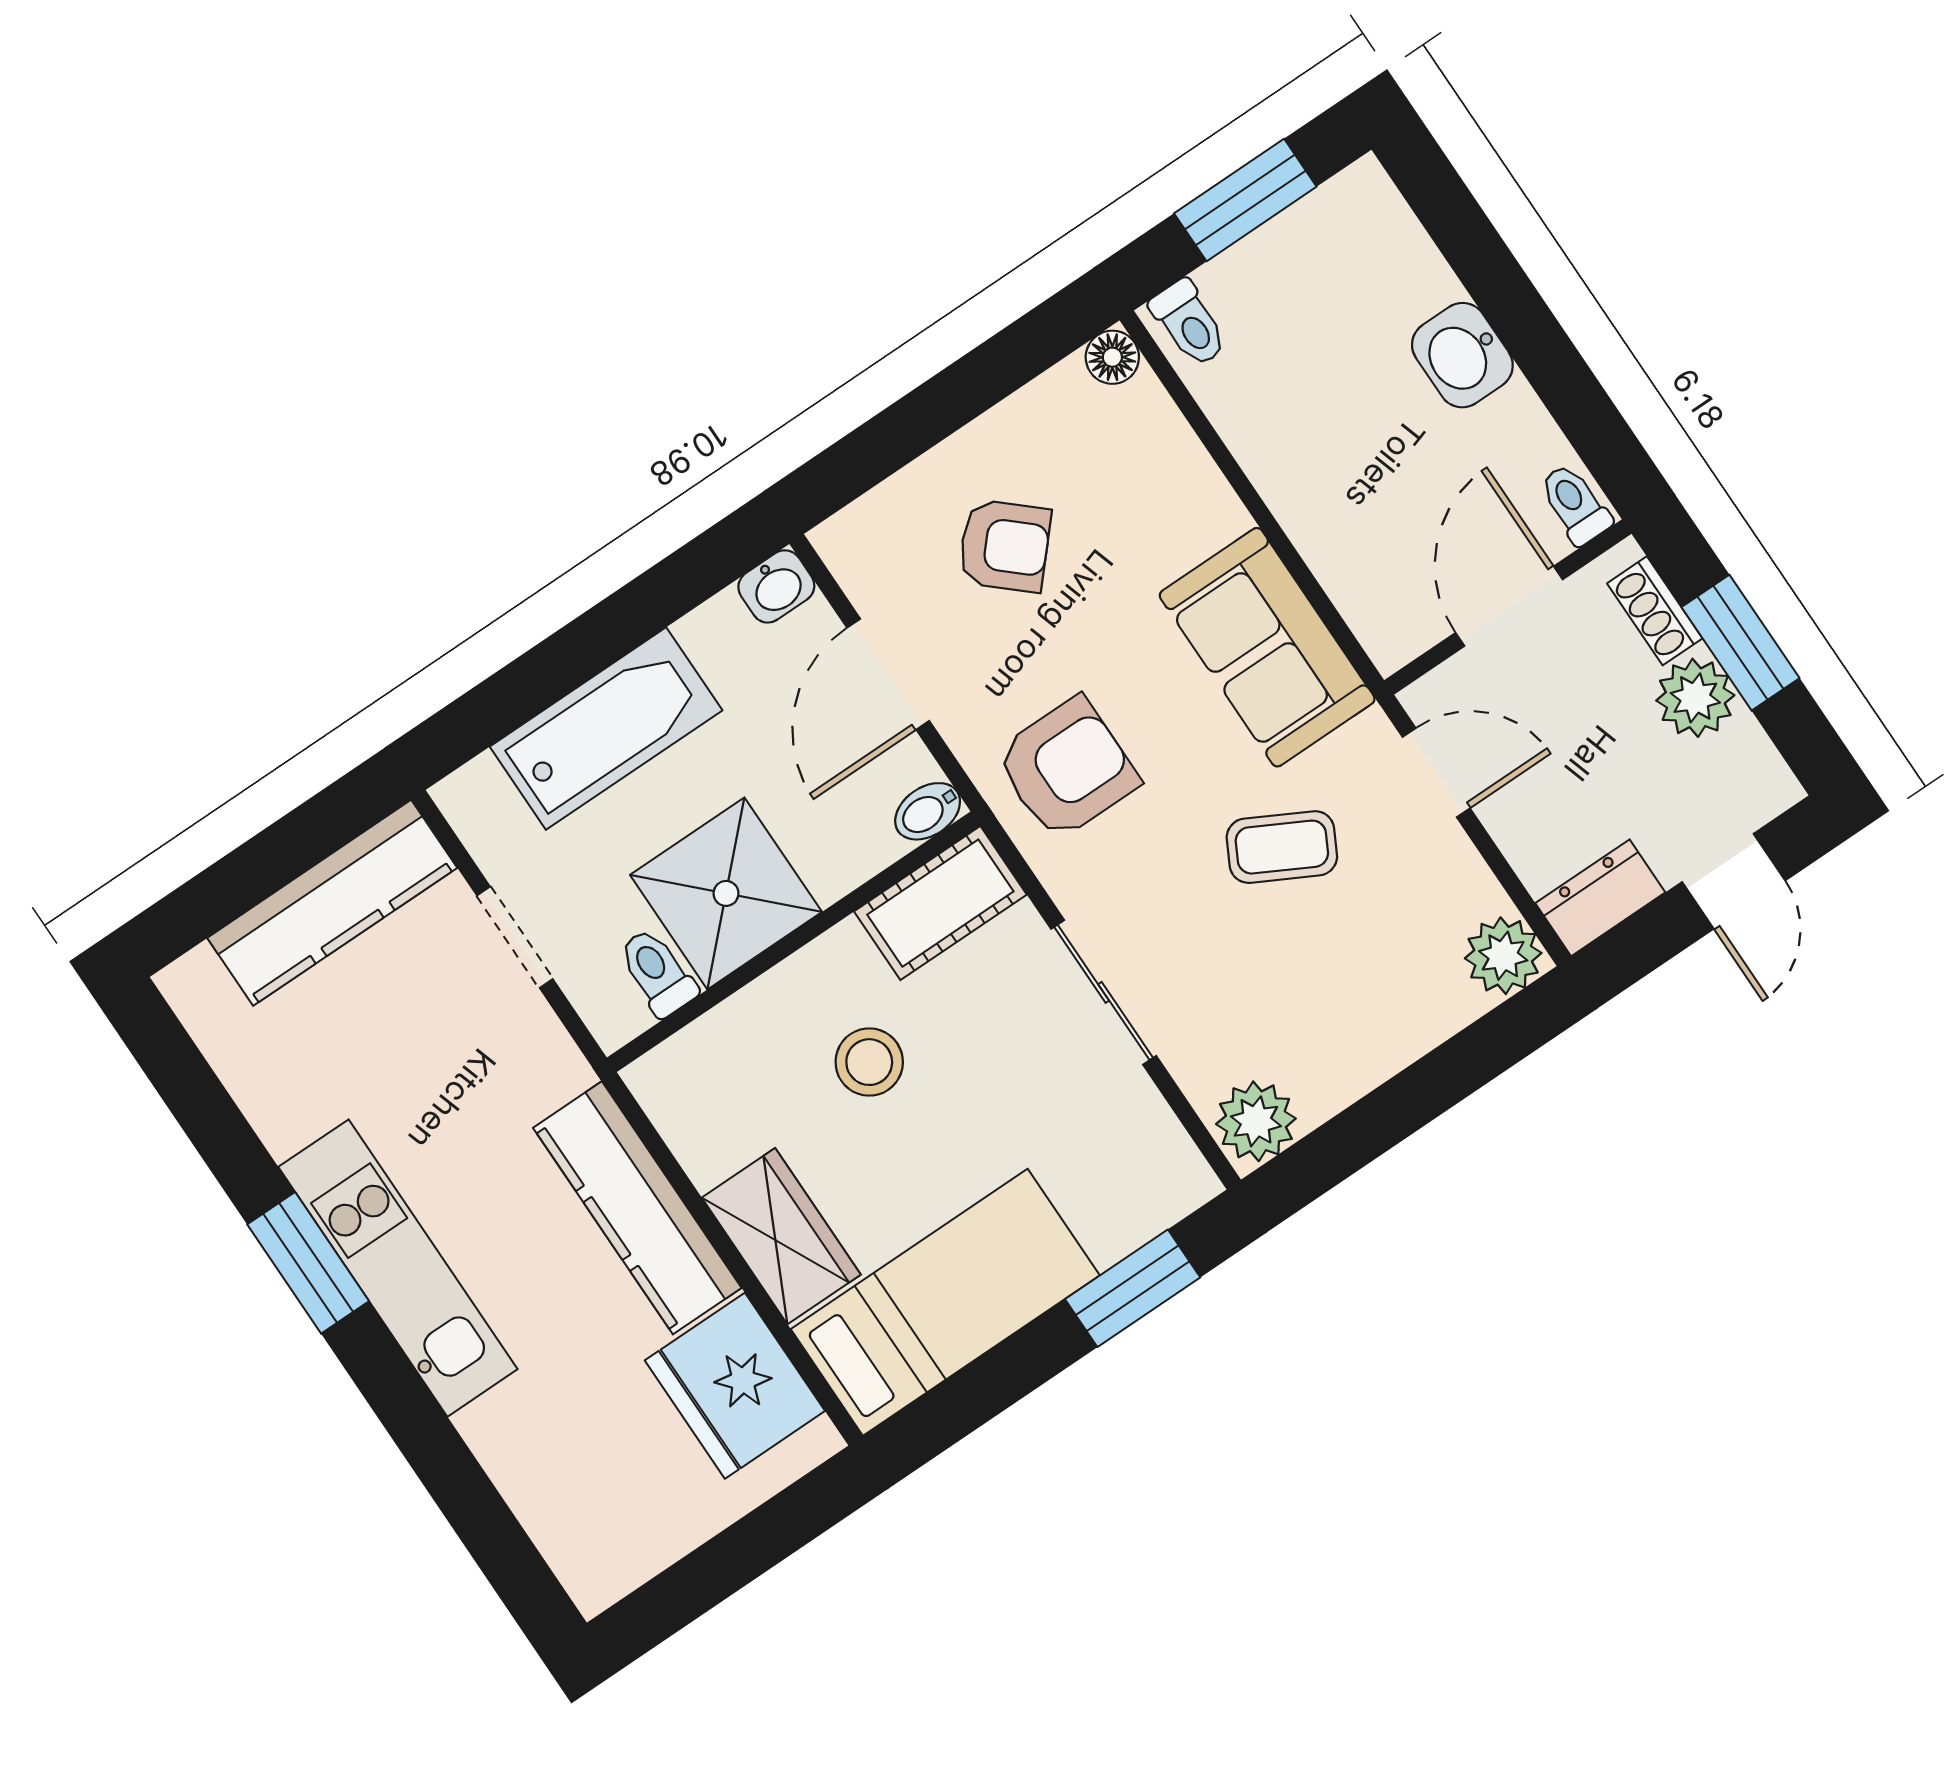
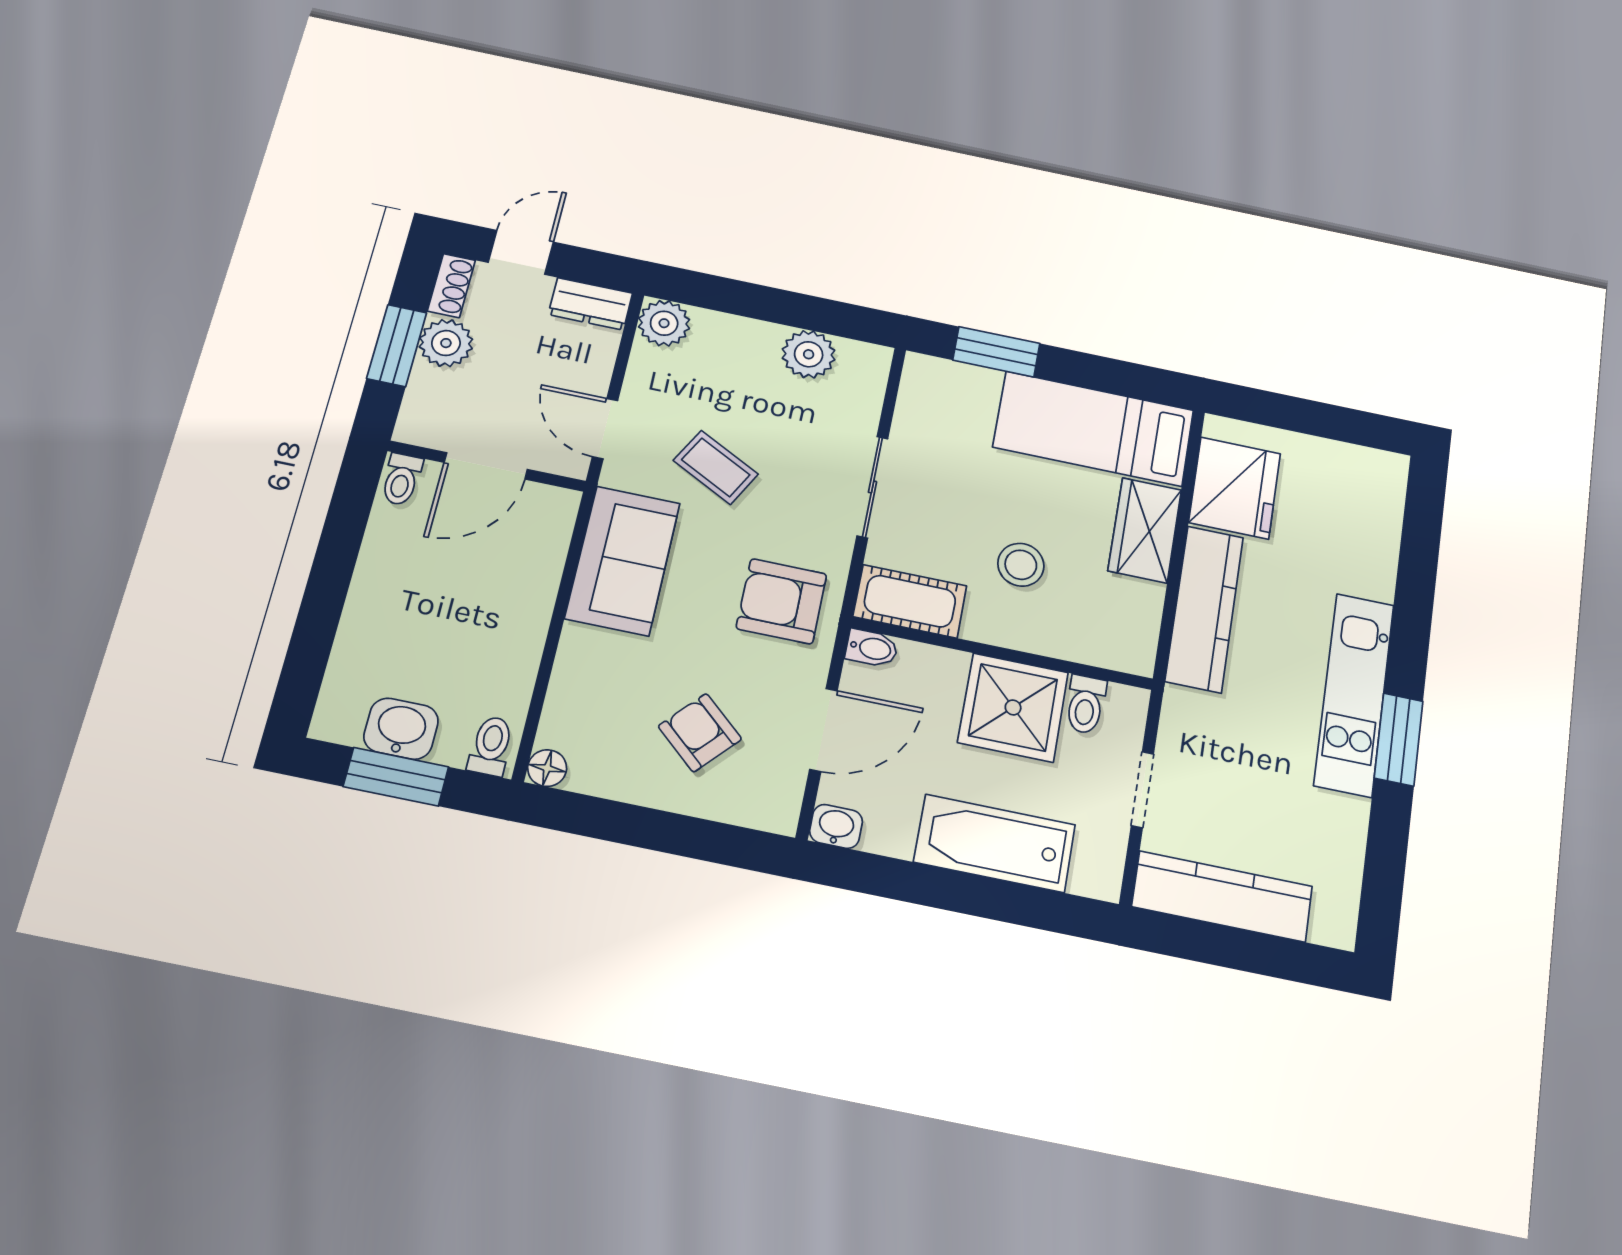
washbasin: (1462, 355) -> (401, 729), moved, turned -90
shoe rack: (1655, 611) -> (451, 286), moved
plant: (1256, 1121) -> (809, 354), moved

